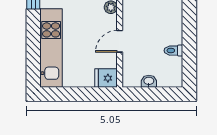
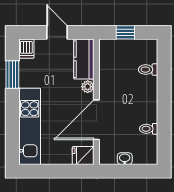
door: (120, 41) -> (96, 120), width x1.87

